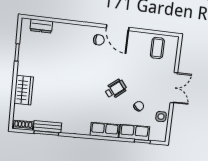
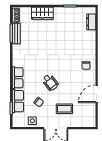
door: (118, 28) -> (97, 94), moved
coffee table: (157, 48) -> (64, 109), moved

